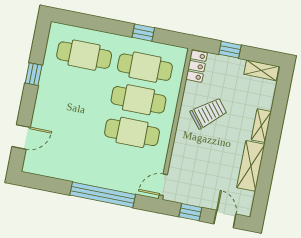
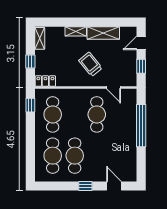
window: (143, 33) -> (30, 105), moved
window: (34, 74) -> (85, 186), moved
cafe table: (138, 100) -> (75, 156), moved
trolley: (209, 113) -> (90, 64), moved
door: (163, 185) -> (113, 87), moved

